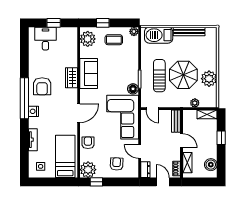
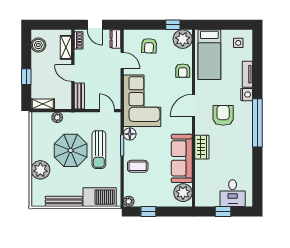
window: (103, 23) -> (148, 211), moved
coffee table: (114, 40) -> (138, 166), moved
sofa: (89, 74) -> (182, 158), width x1.36
plant: (209, 79) -> (40, 170), moved
armchair: (42, 86) -> (223, 115), moved
nightstand: (33, 111) -> (247, 95), moved

